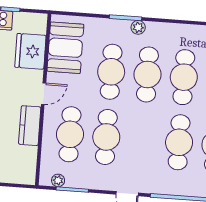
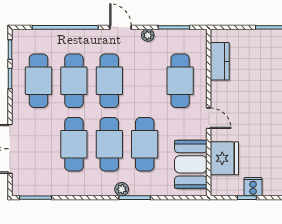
door: (44, 94) -> (209, 118), swing flipped
kitchen counter: (30, 126) -> (220, 61), moved
cafe table: (106, 137) -> (109, 81), moved
plant: (58, 180) -> (148, 35), moved

